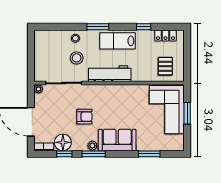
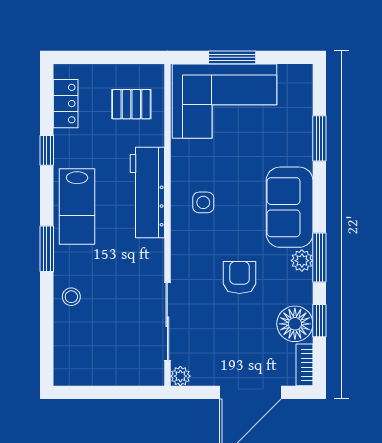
stool: (77, 58) -> (114, 294), removed
workbench: (110, 74) -> (147, 192), moved
side table: (119, 100) -> (203, 202), added

